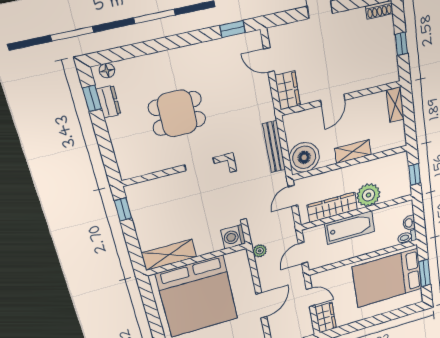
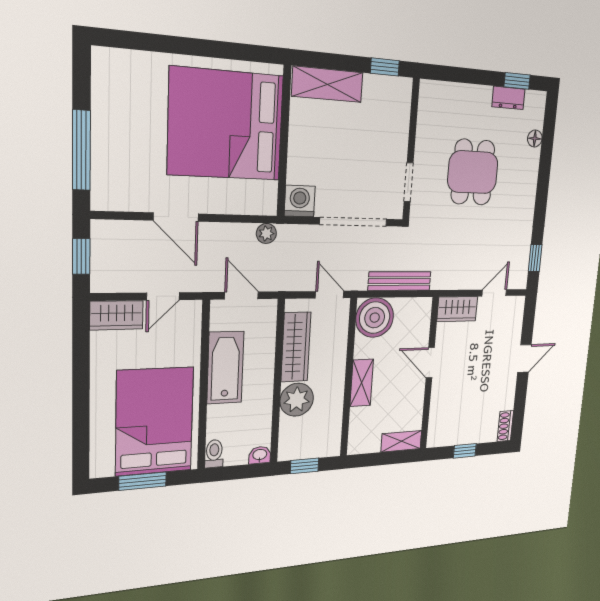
floor lamp: (107, 71) -> (535, 139), moved
washbasin: (409, 223) -> (260, 455), moved
bathtub: (350, 228) -> (225, 368), moved, turned 180
shelving: (169, 255) -> (327, 84), moved, turned 90

